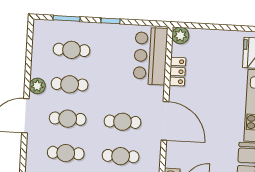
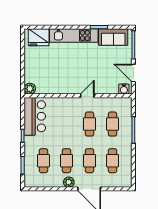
bar counter: (150, 56) -> (35, 116), moved, turned -90
locker: (178, 72) -> (54, 89), removed
door: (165, 121) -> (87, 96), width x0.53

